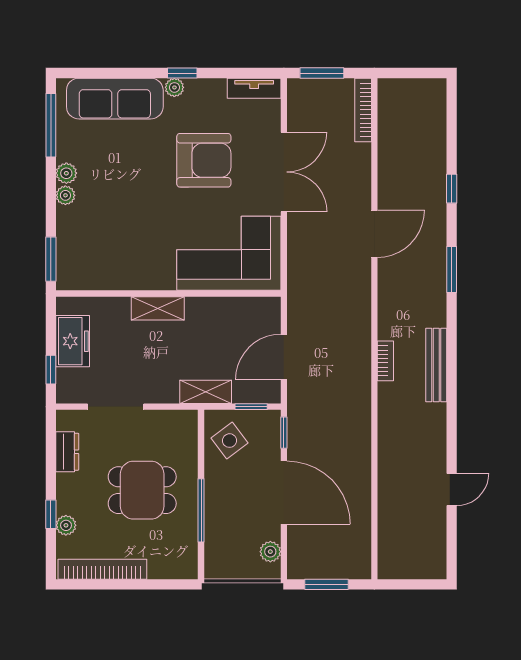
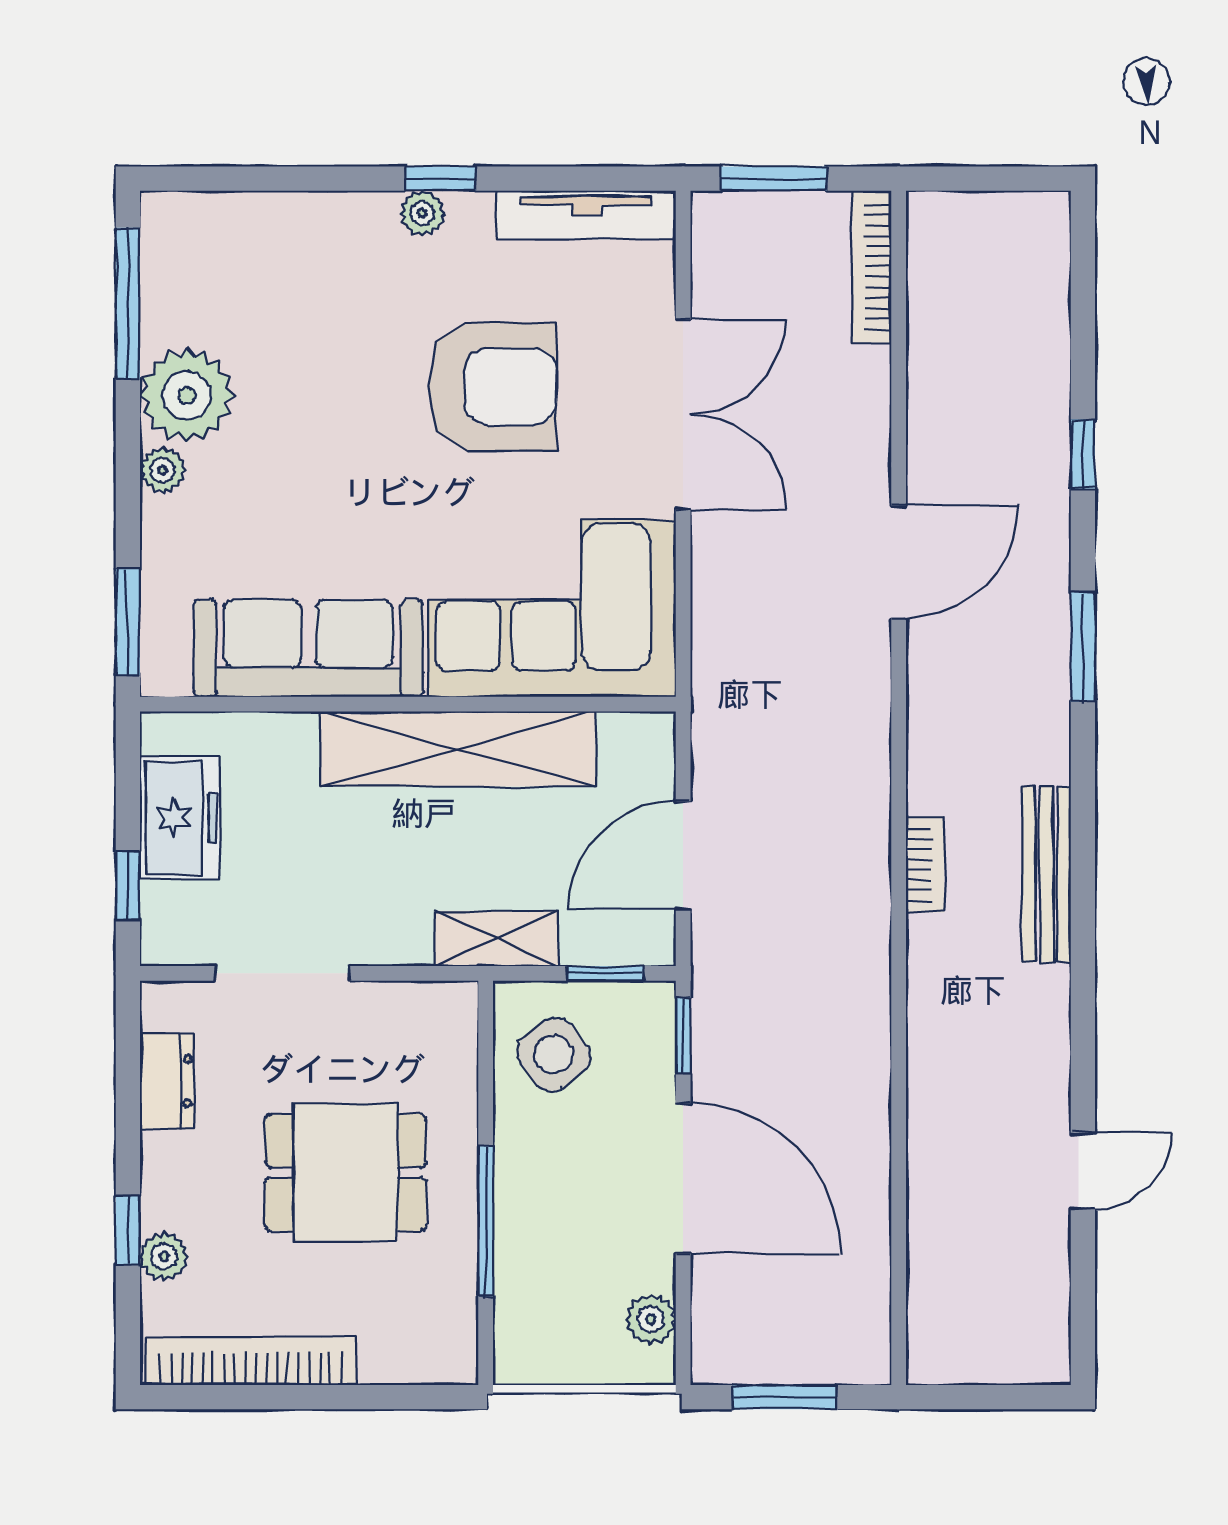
tv unit: (254, 88) -> (586, 215), width x1.41
sofa: (115, 99) -> (308, 648), moved, turned 180
plant: (66, 173) -> (187, 396), width x1.88, depth x1.88
shelving: (158, 308) -> (458, 749), width x2.20, depth x1.33

